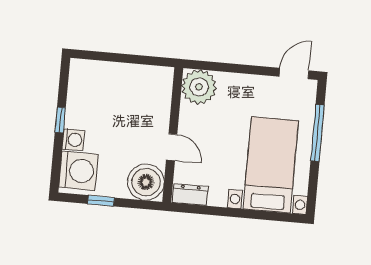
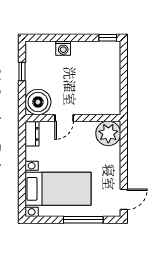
door: (294, 73) -> (124, 199), hinge flipped
window: (60, 120) -> (108, 38), moved
washing machine: (78, 171) -> (42, 54), removed

